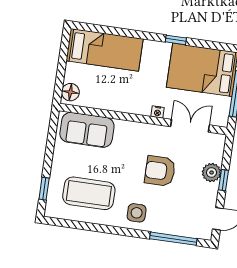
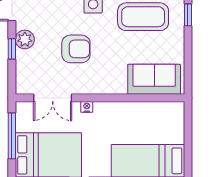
floor lamp: (70, 92) -> (176, 114), removed
plant: (212, 173) -> (25, 39), moved

